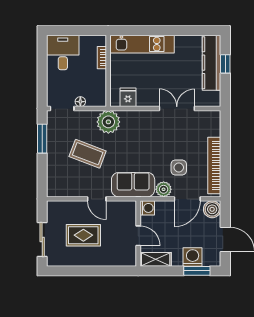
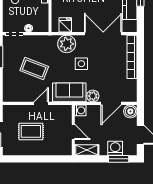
double door: (177, 109) -> (103, 34), width x1.37
plant: (108, 122) -> (67, 44), moved
bookcase: (214, 165) -> (132, 57), moved
side table: (179, 167) -> (81, 64), moved
door: (97, 199) -> (41, 103), swing flipped

